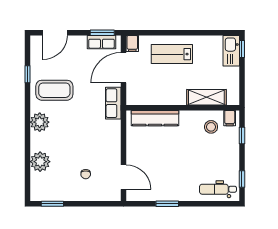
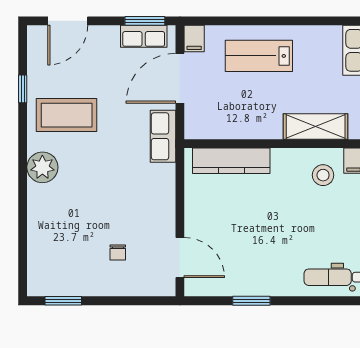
plant: (40, 162) -> (43, 232), removed

